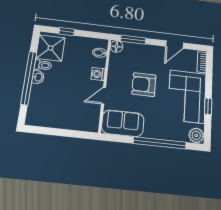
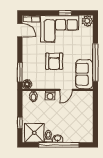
door: (175, 45) -> (20, 30), moved
door: (104, 96) -> (66, 90), hinge flipped
window: (160, 143) -> (95, 62), moved

